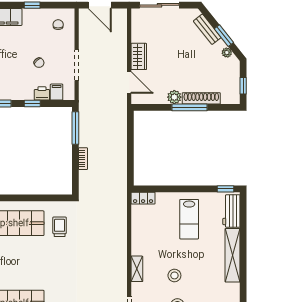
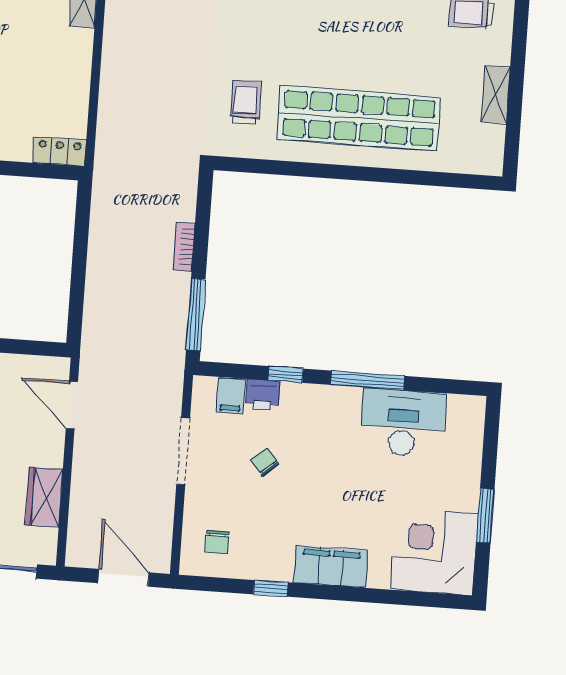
wardrobe: (139, 56) -> (44, 497), moved
trolley: (60, 227) -> (245, 102), turned 180

